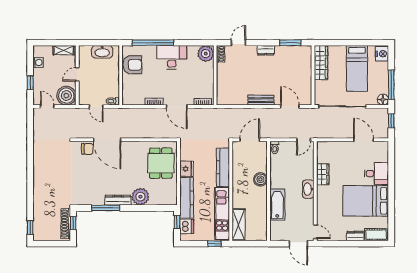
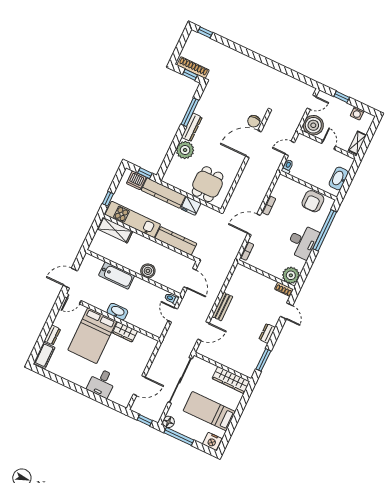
door: (304, 140) -> (173, 315), moved
dining table: (161, 163) -> (208, 184), turned 90
bed: (366, 201) -> (92, 336), moved, turned 180

